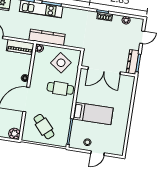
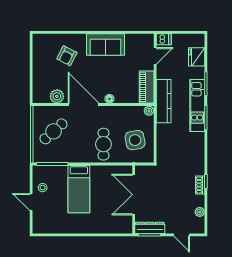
kitchen counter: (47, 37) -> (164, 101), moved
side table: (61, 63) -> (135, 140), turned 45
plant: (14, 134) -> (57, 96), moved

